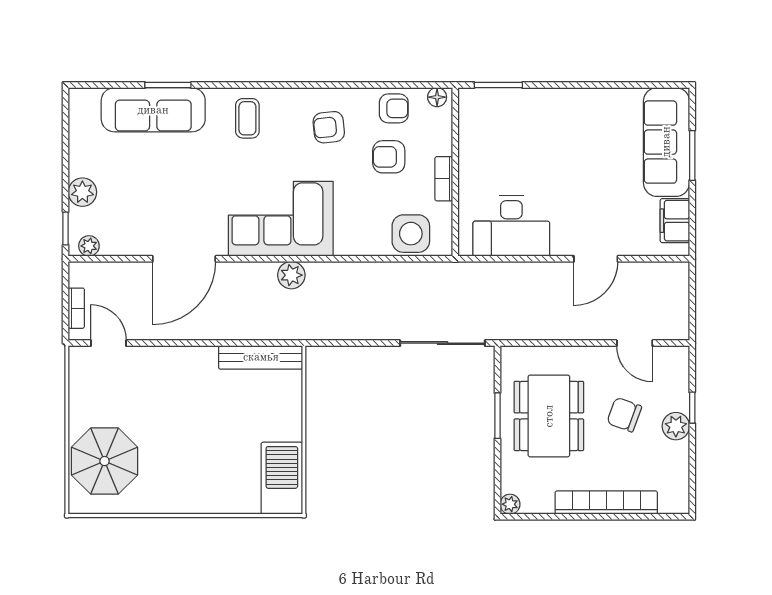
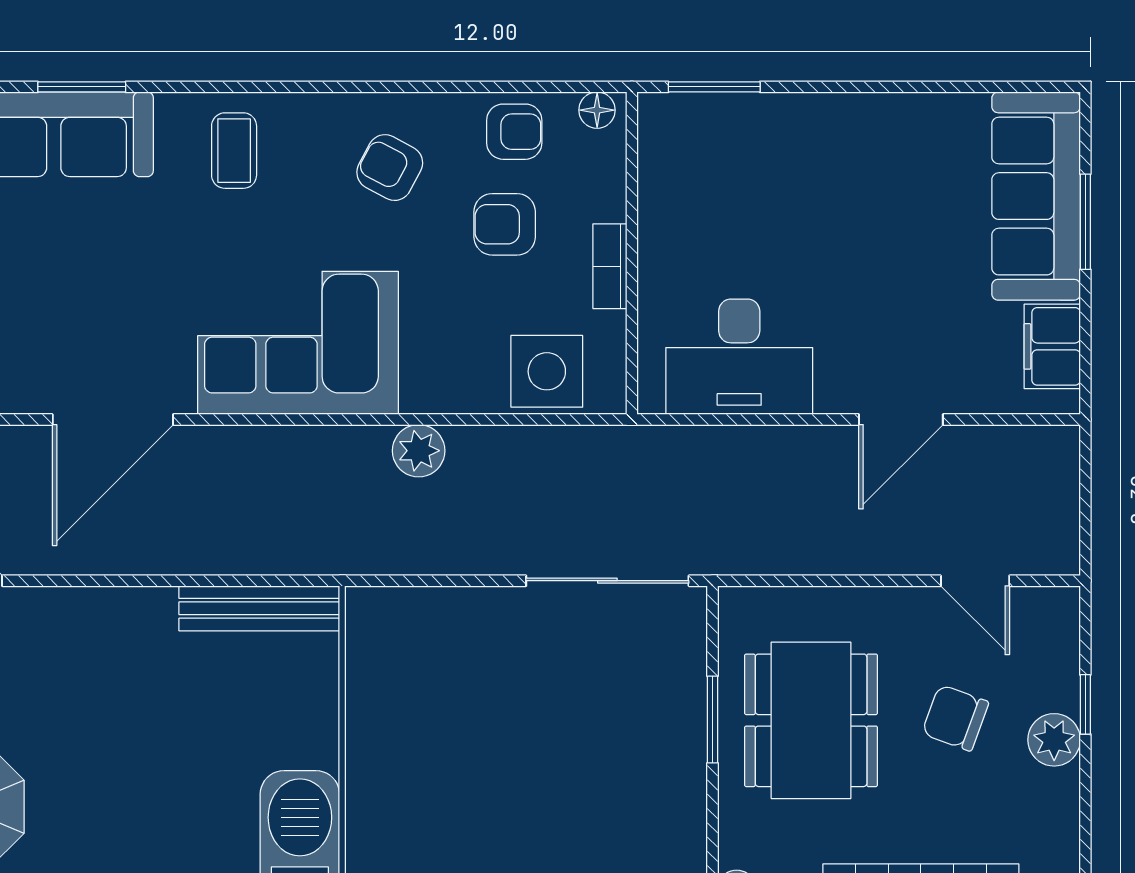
armchair: (329, 127) -> (390, 168), turned 34
plant: (291, 275) -> (419, 451), moved

